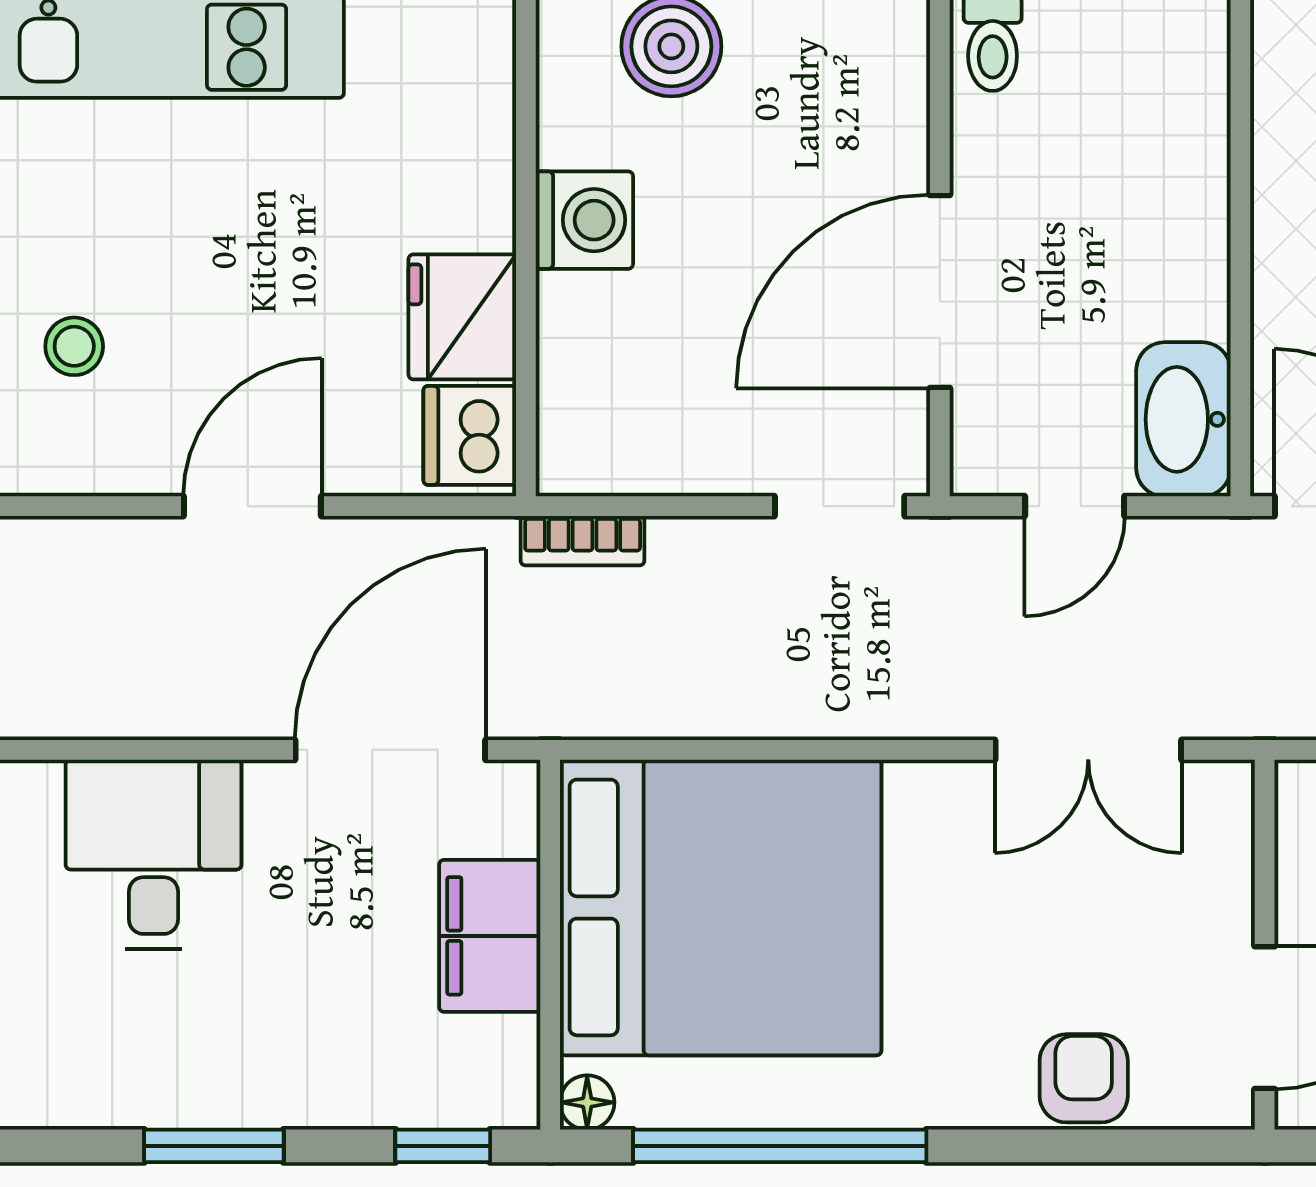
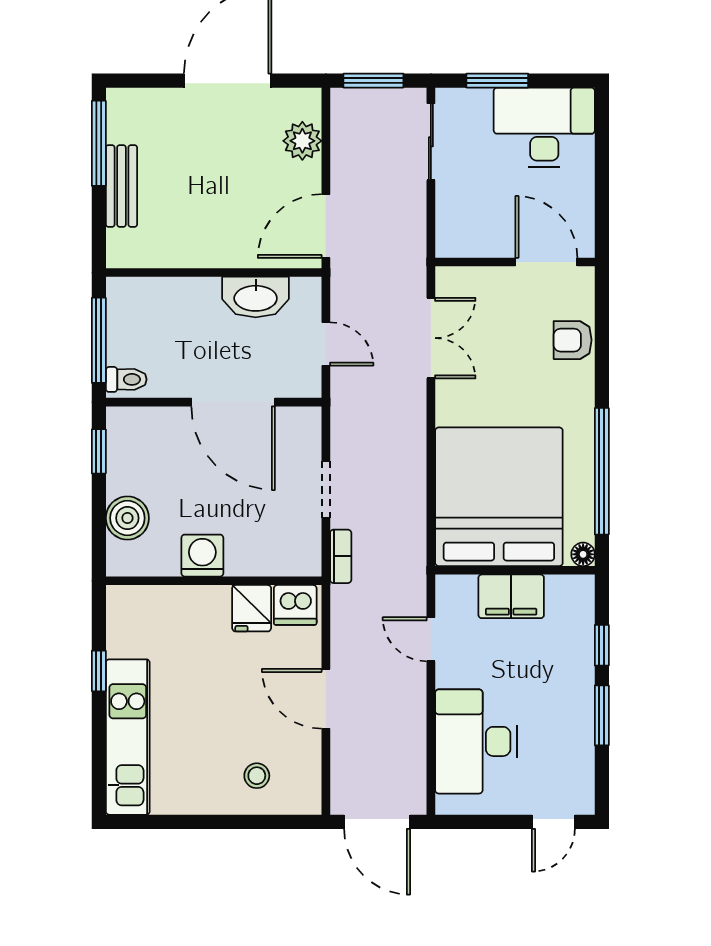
fridge: (462, 317) -> (252, 608), width x0.72
washbasin: (1183, 419) -> (256, 297), moved
doorway: (840, 506) -> (326, 489), moved
door: (390, 750) -> (431, 639), width x0.53
desk: (153, 854) -> (476, 741), width x1.37
window: (443, 1146) -> (602, 645), moved

